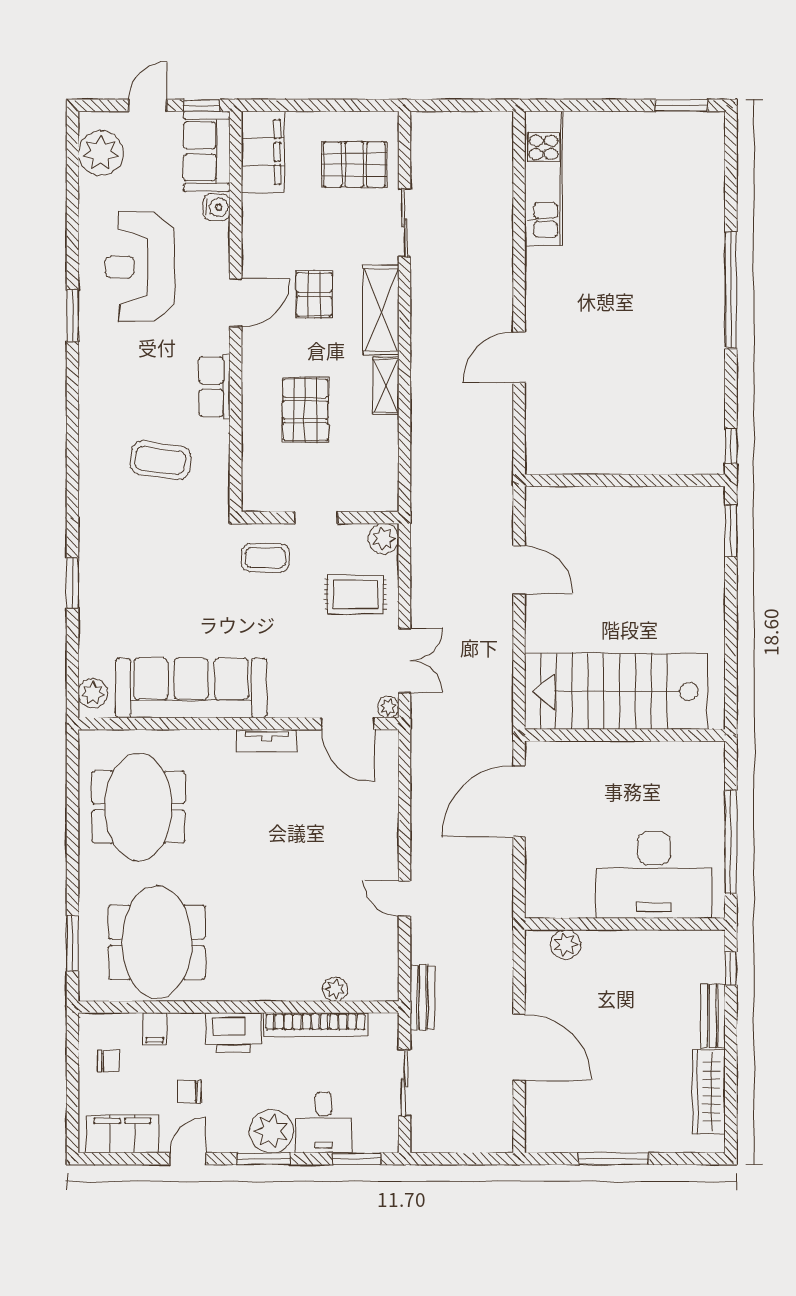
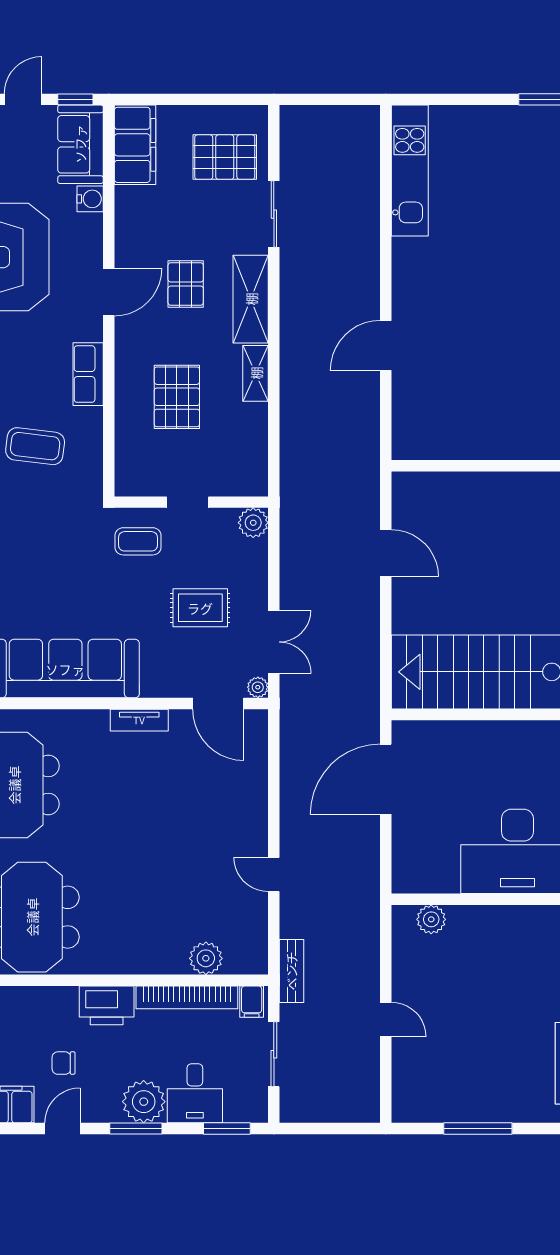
rug: (356, 594) -> (200, 608), moved
plant: (335, 989) -> (206, 958), width x1.38, depth x1.38
filing cabinet: (155, 1029) -> (252, 1002), moved
door: (519, 1047) -> (386, 1020), width x0.53

